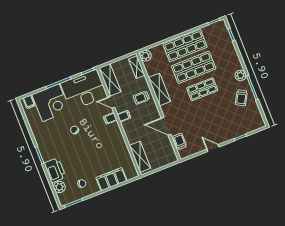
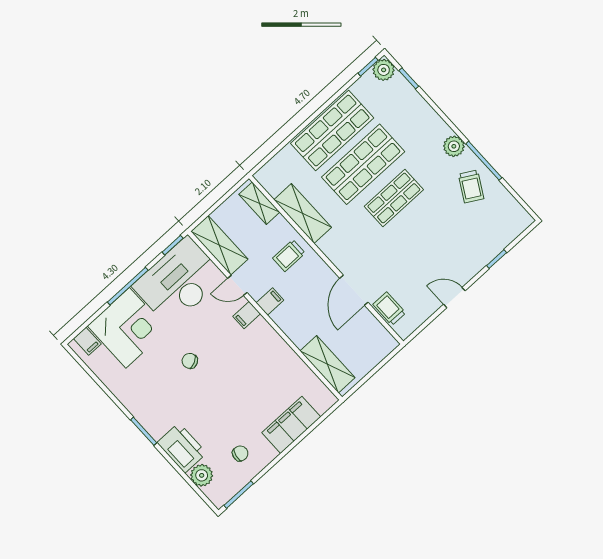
plant: (145, 56) -> (384, 70), moved
shelving: (159, 89) -> (303, 214), moved
door: (166, 126) -> (354, 290), hinge flipped

